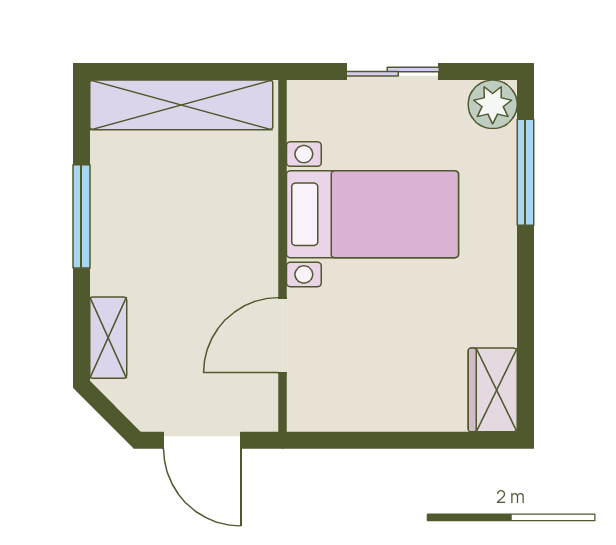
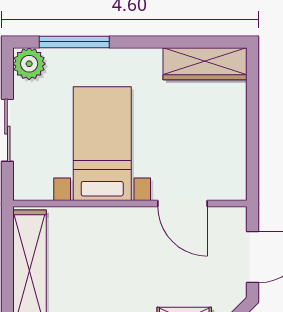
wardrobe: (493, 390) -> (205, 64), width x1.50

